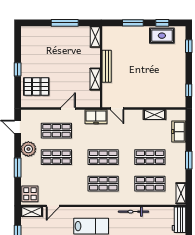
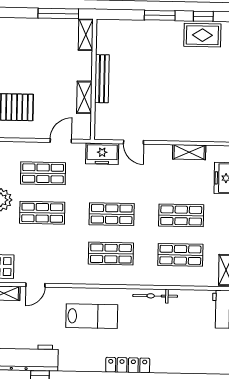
shelving: (95, 37) -> (86, 35), moved
bench: (107, 66) -> (102, 79), moved
wall: (101, 67) -> (94, 79), moved
shelving: (95, 79) -> (84, 97), moved

